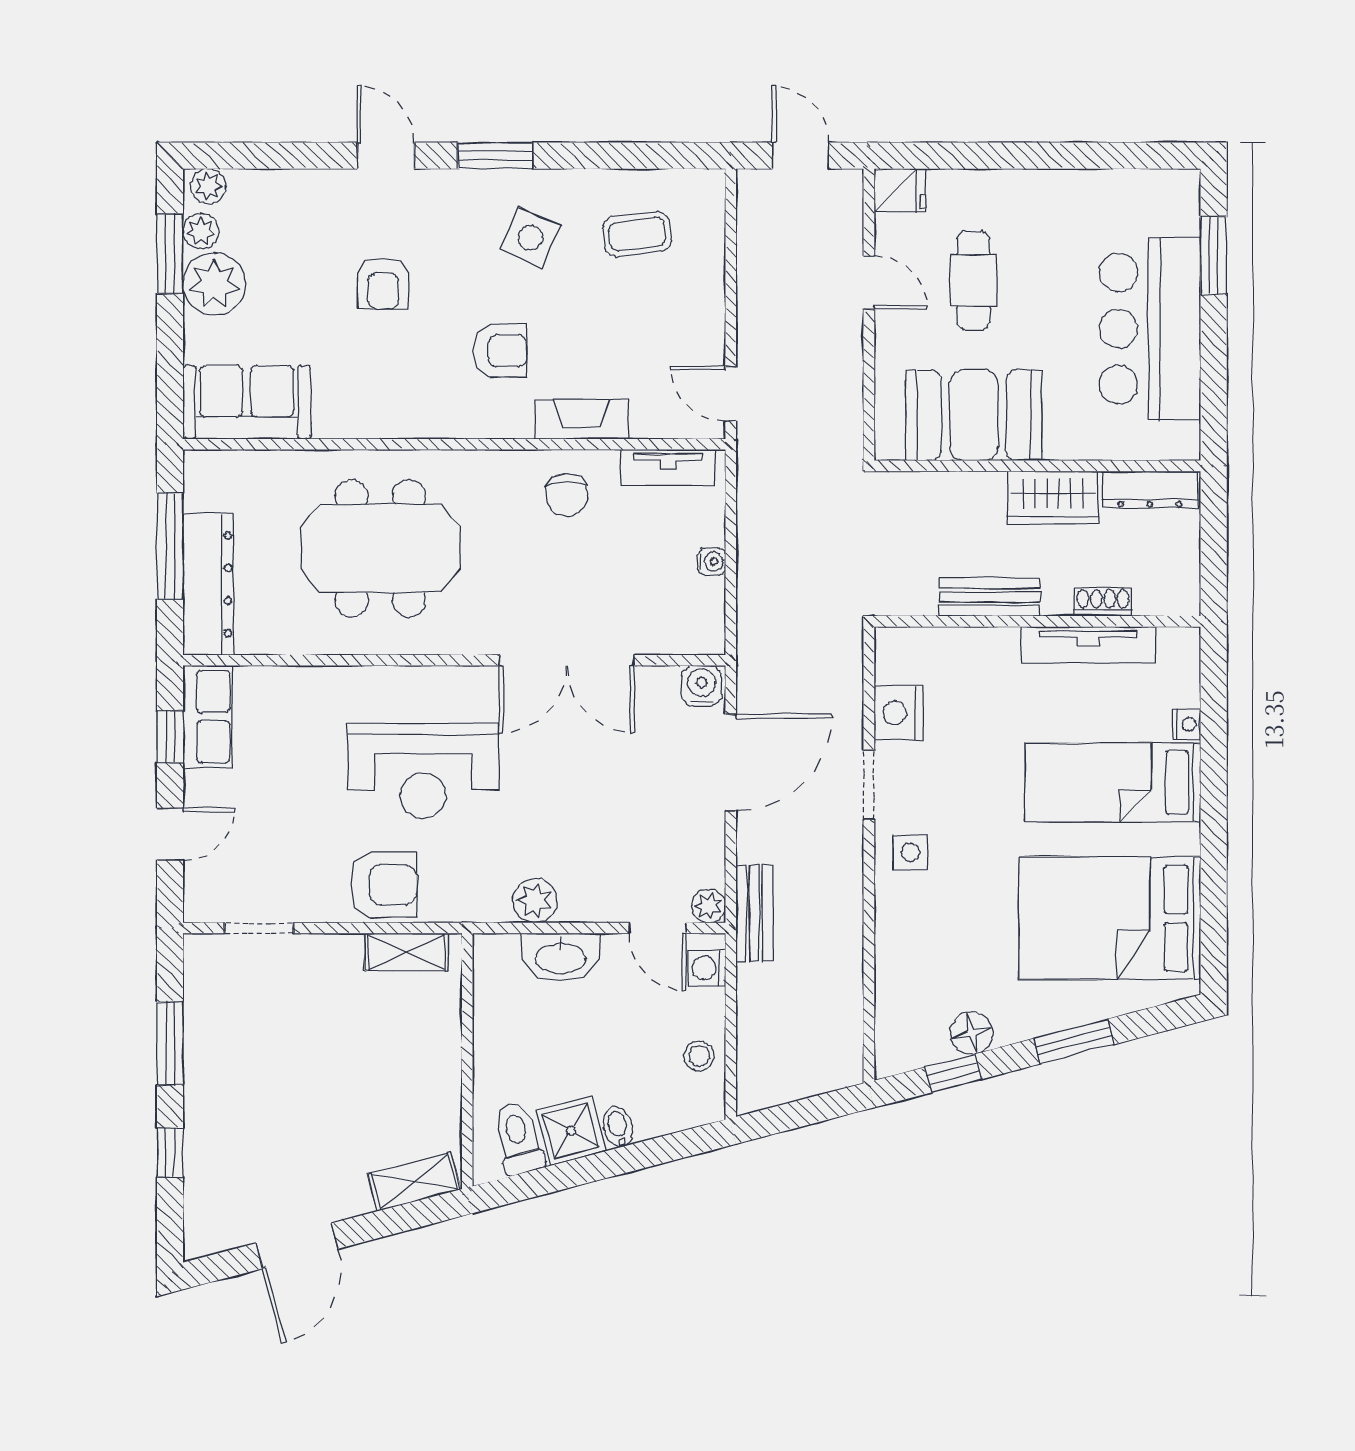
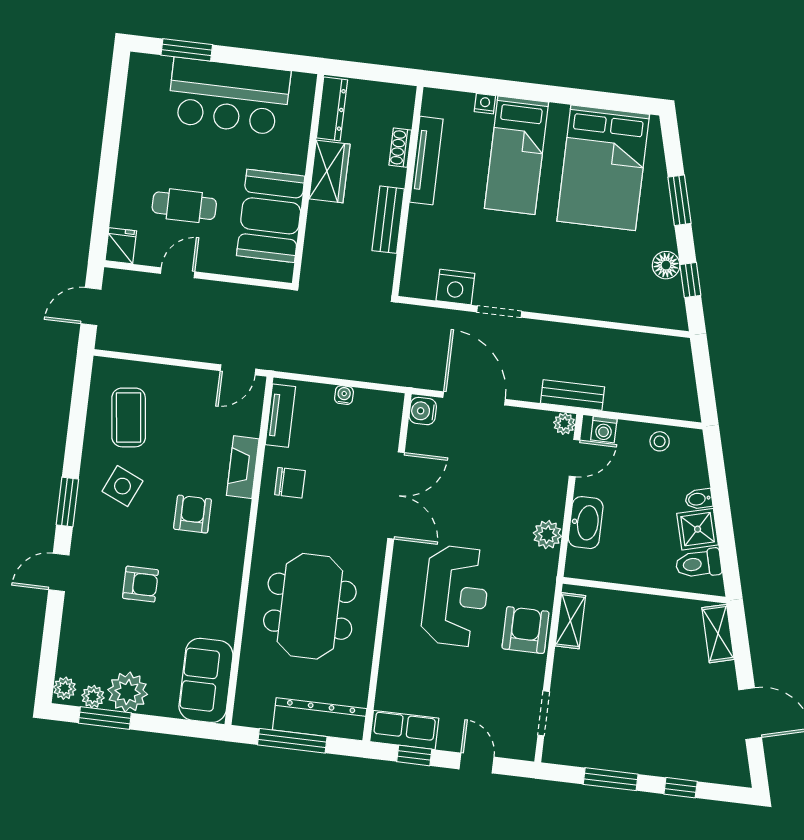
coffee table: (637, 234) -> (129, 417), width x1.36, depth x1.30
side table: (911, 852) -> (546, 290), removed

